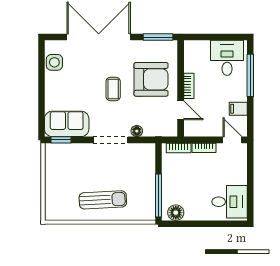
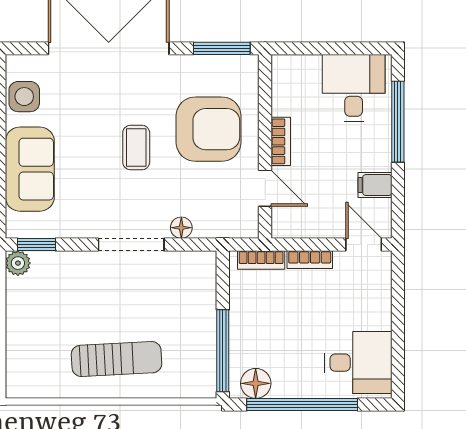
sofa: (67, 124) -> (30, 169), moved, turned 90
plant: (51, 150) -> (18, 263), added
window: (200, 224) -> (302, 405), added

